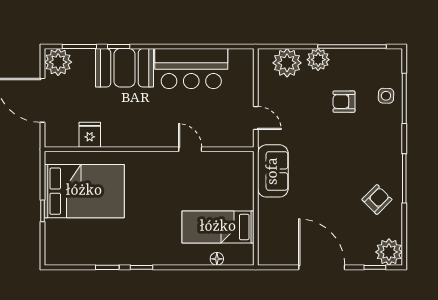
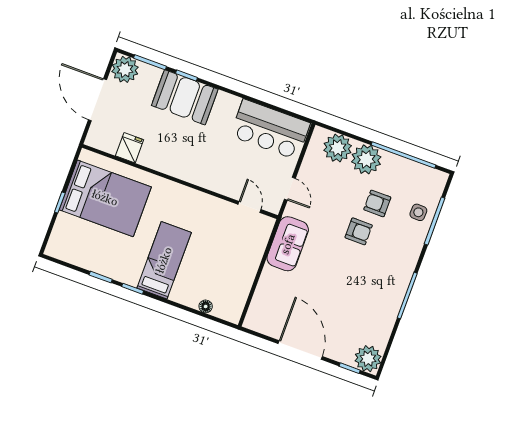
plant: (318, 60) -> (366, 159), width x1.36, depth x1.36
bar counter: (191, 69) -> (270, 129), moved
door: (190, 149) -> (249, 207), moved
armchair: (377, 199) -> (359, 231), moved, turned 45
bed: (218, 227) -> (164, 260), moved, turned 90

